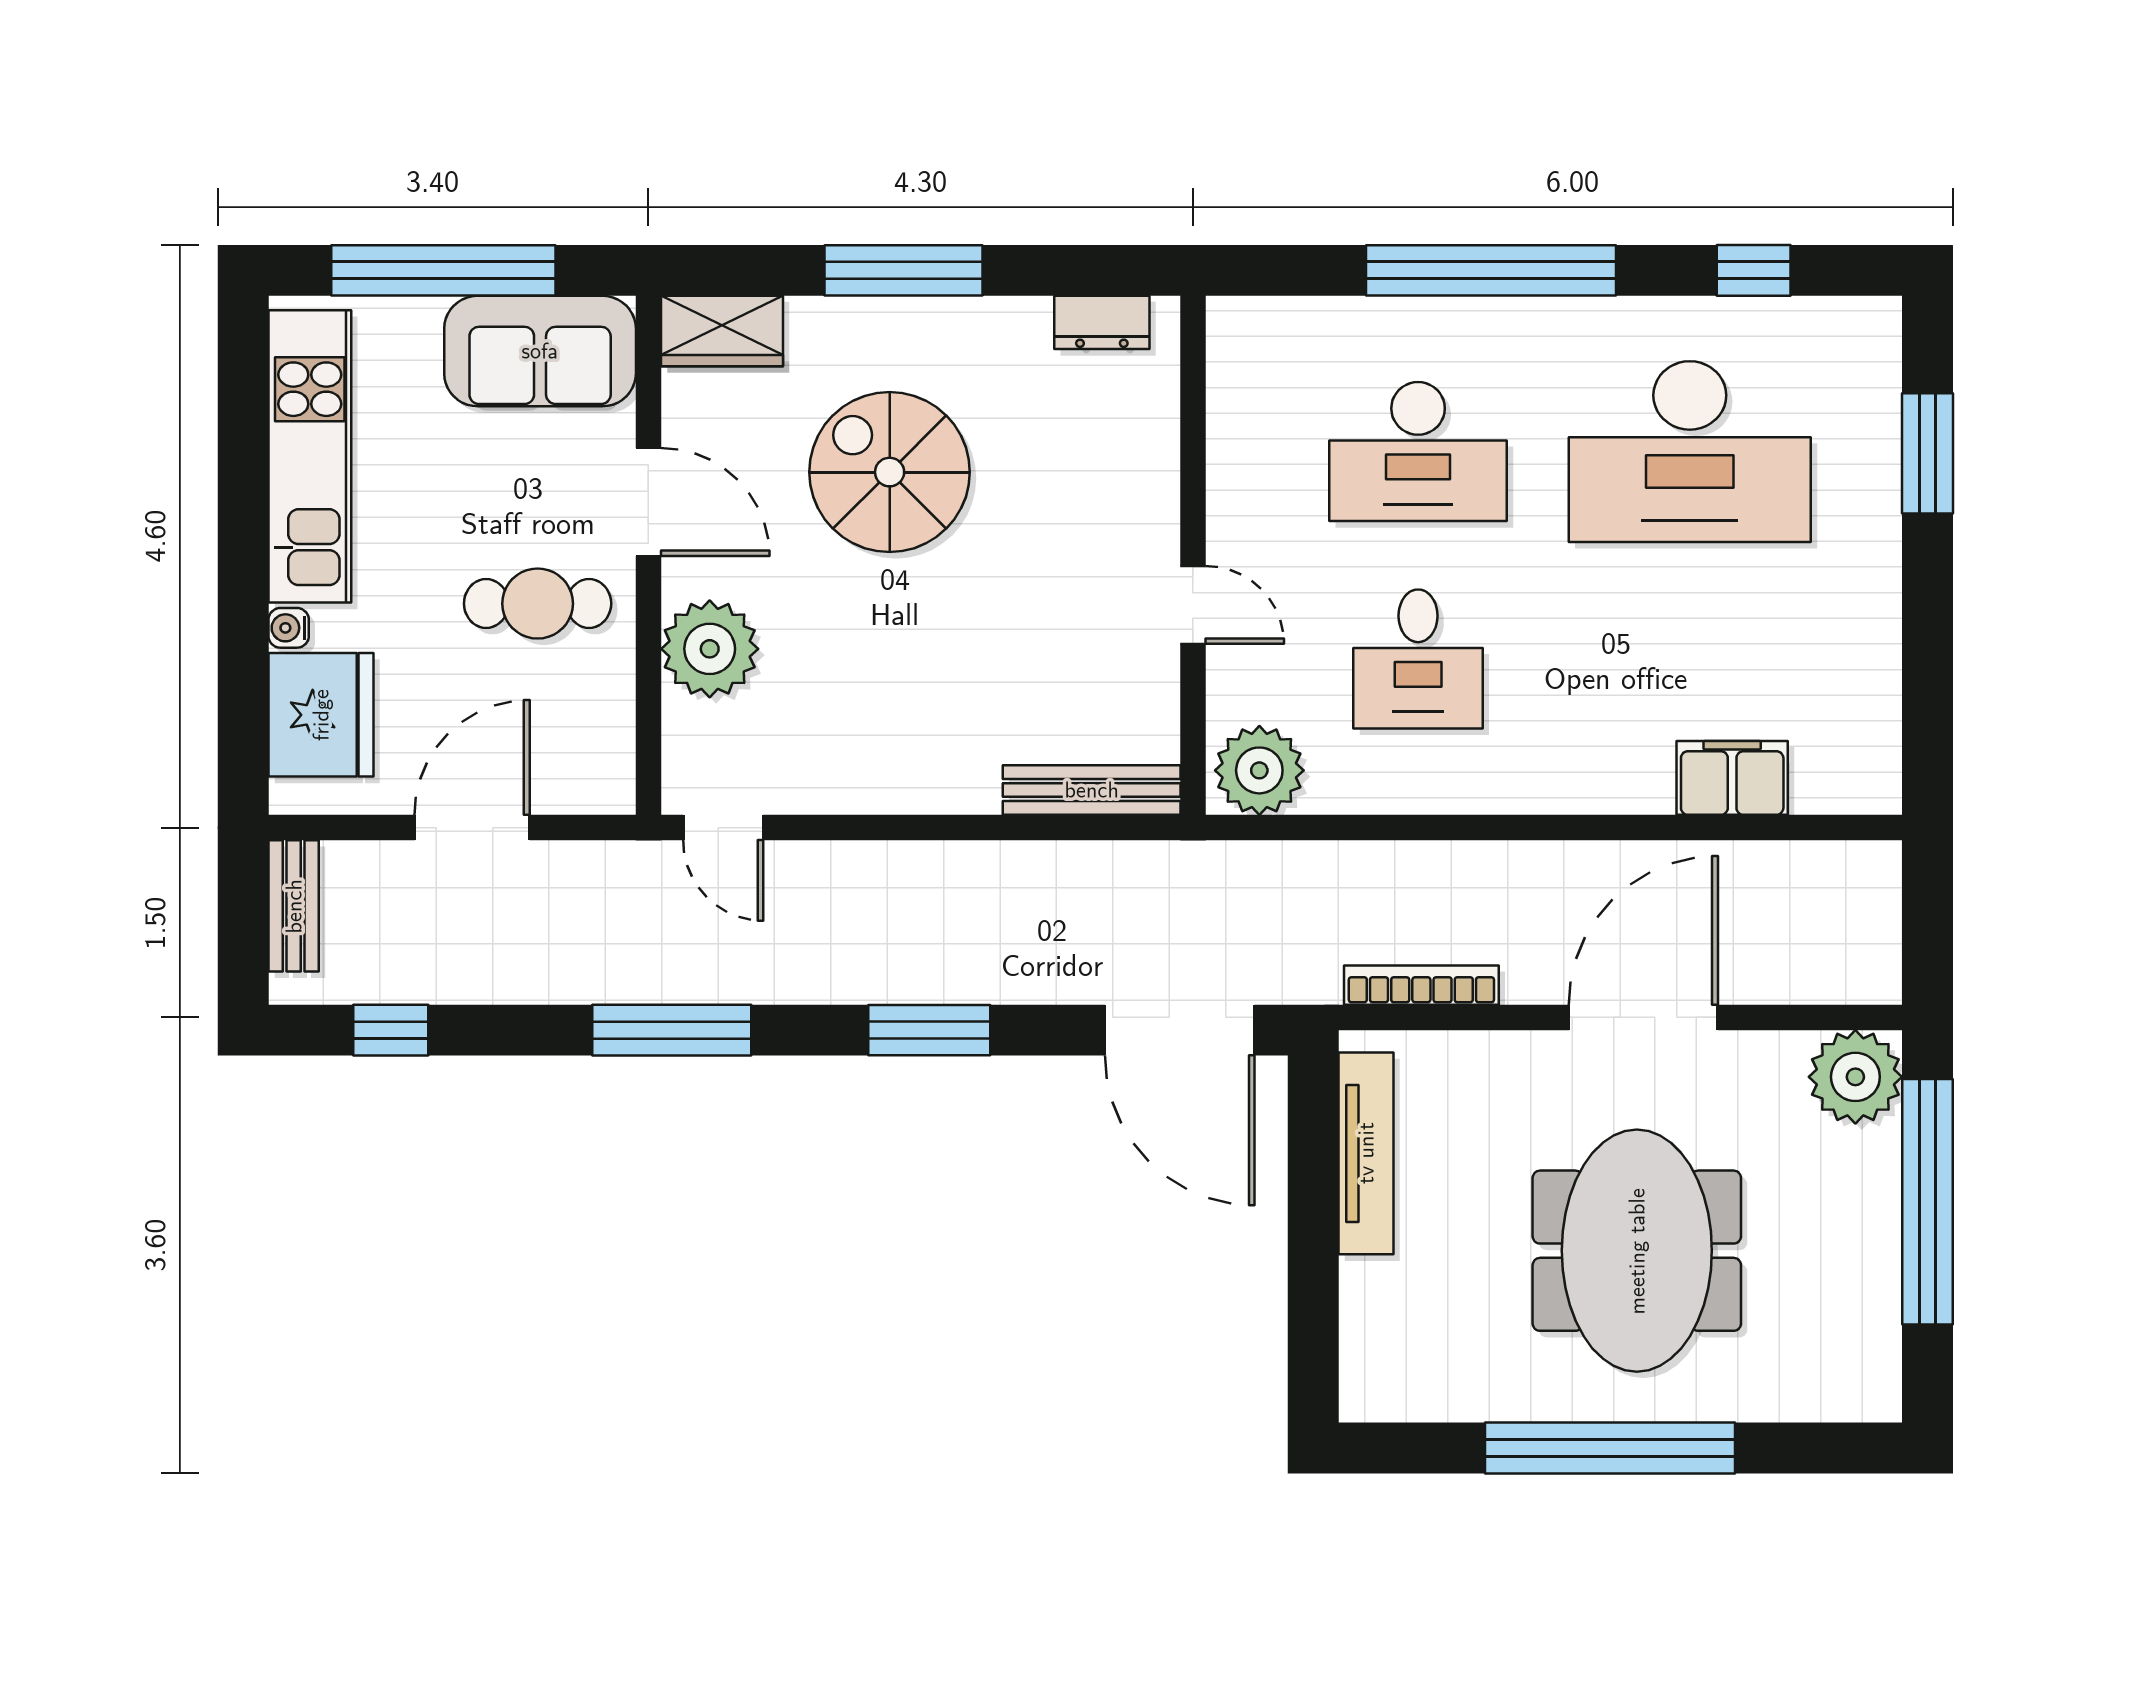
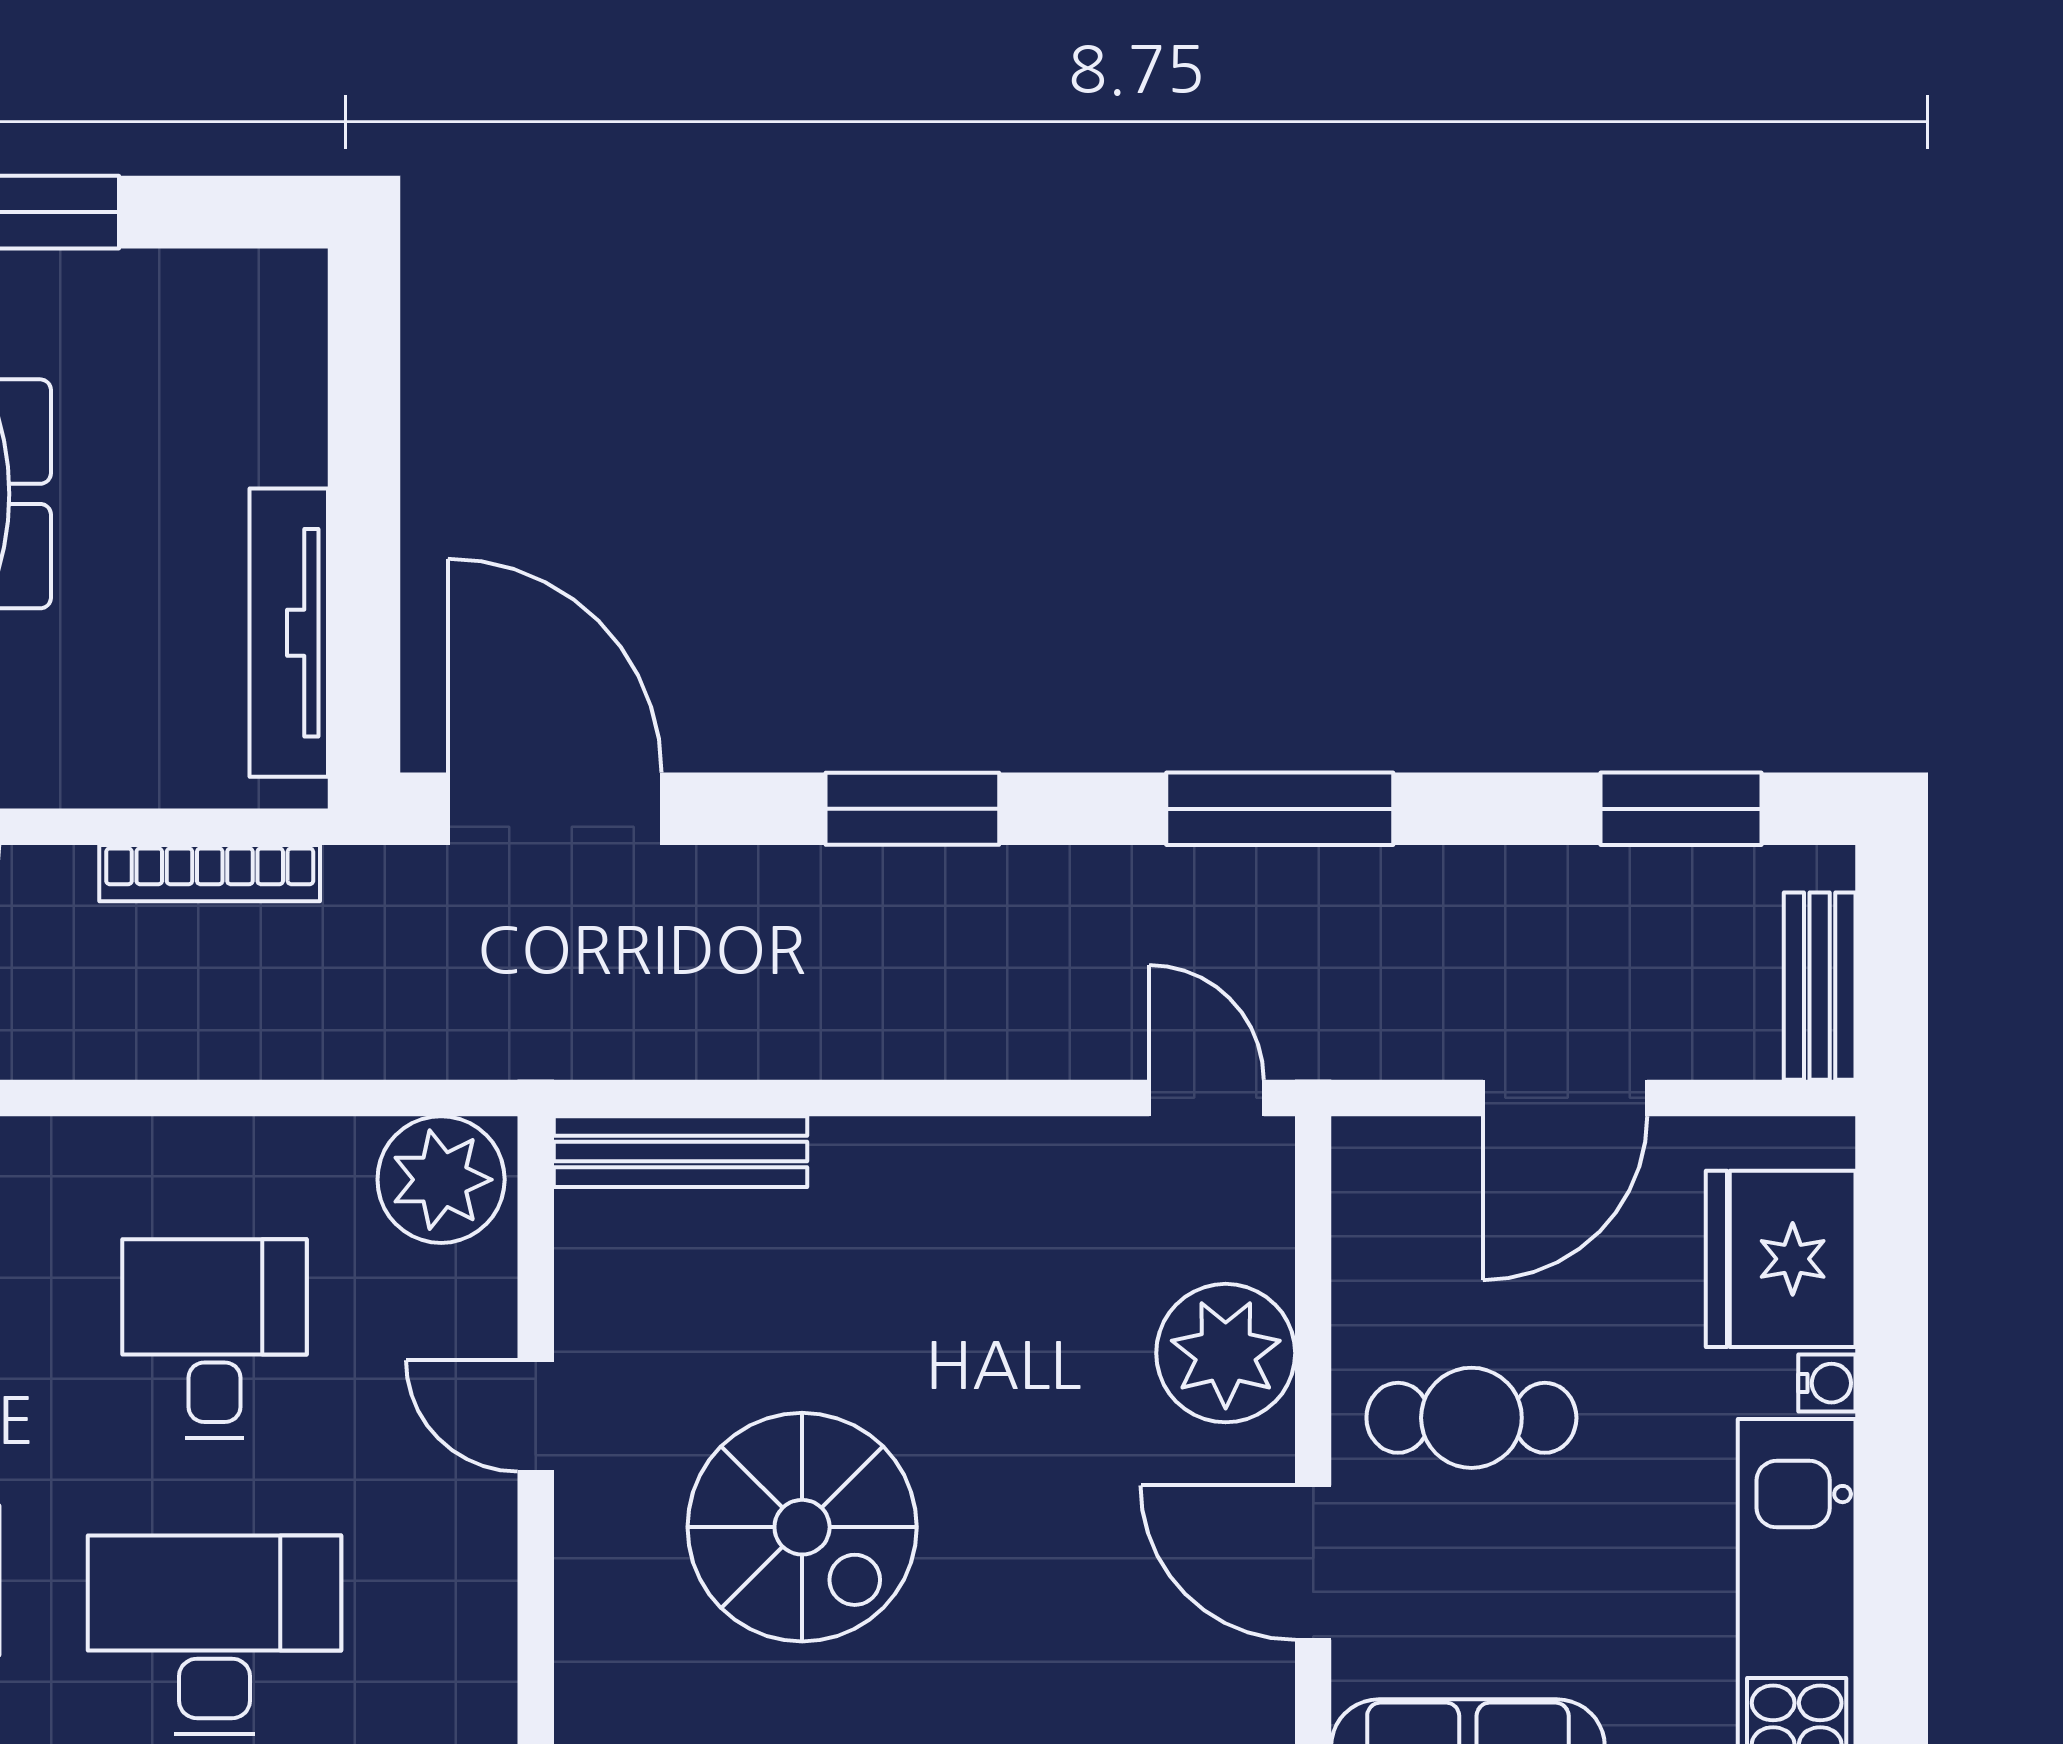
spiral stairs: (890, 472) -> (802, 1527), moved
window: (391, 1030) -> (1681, 809), width x1.50

